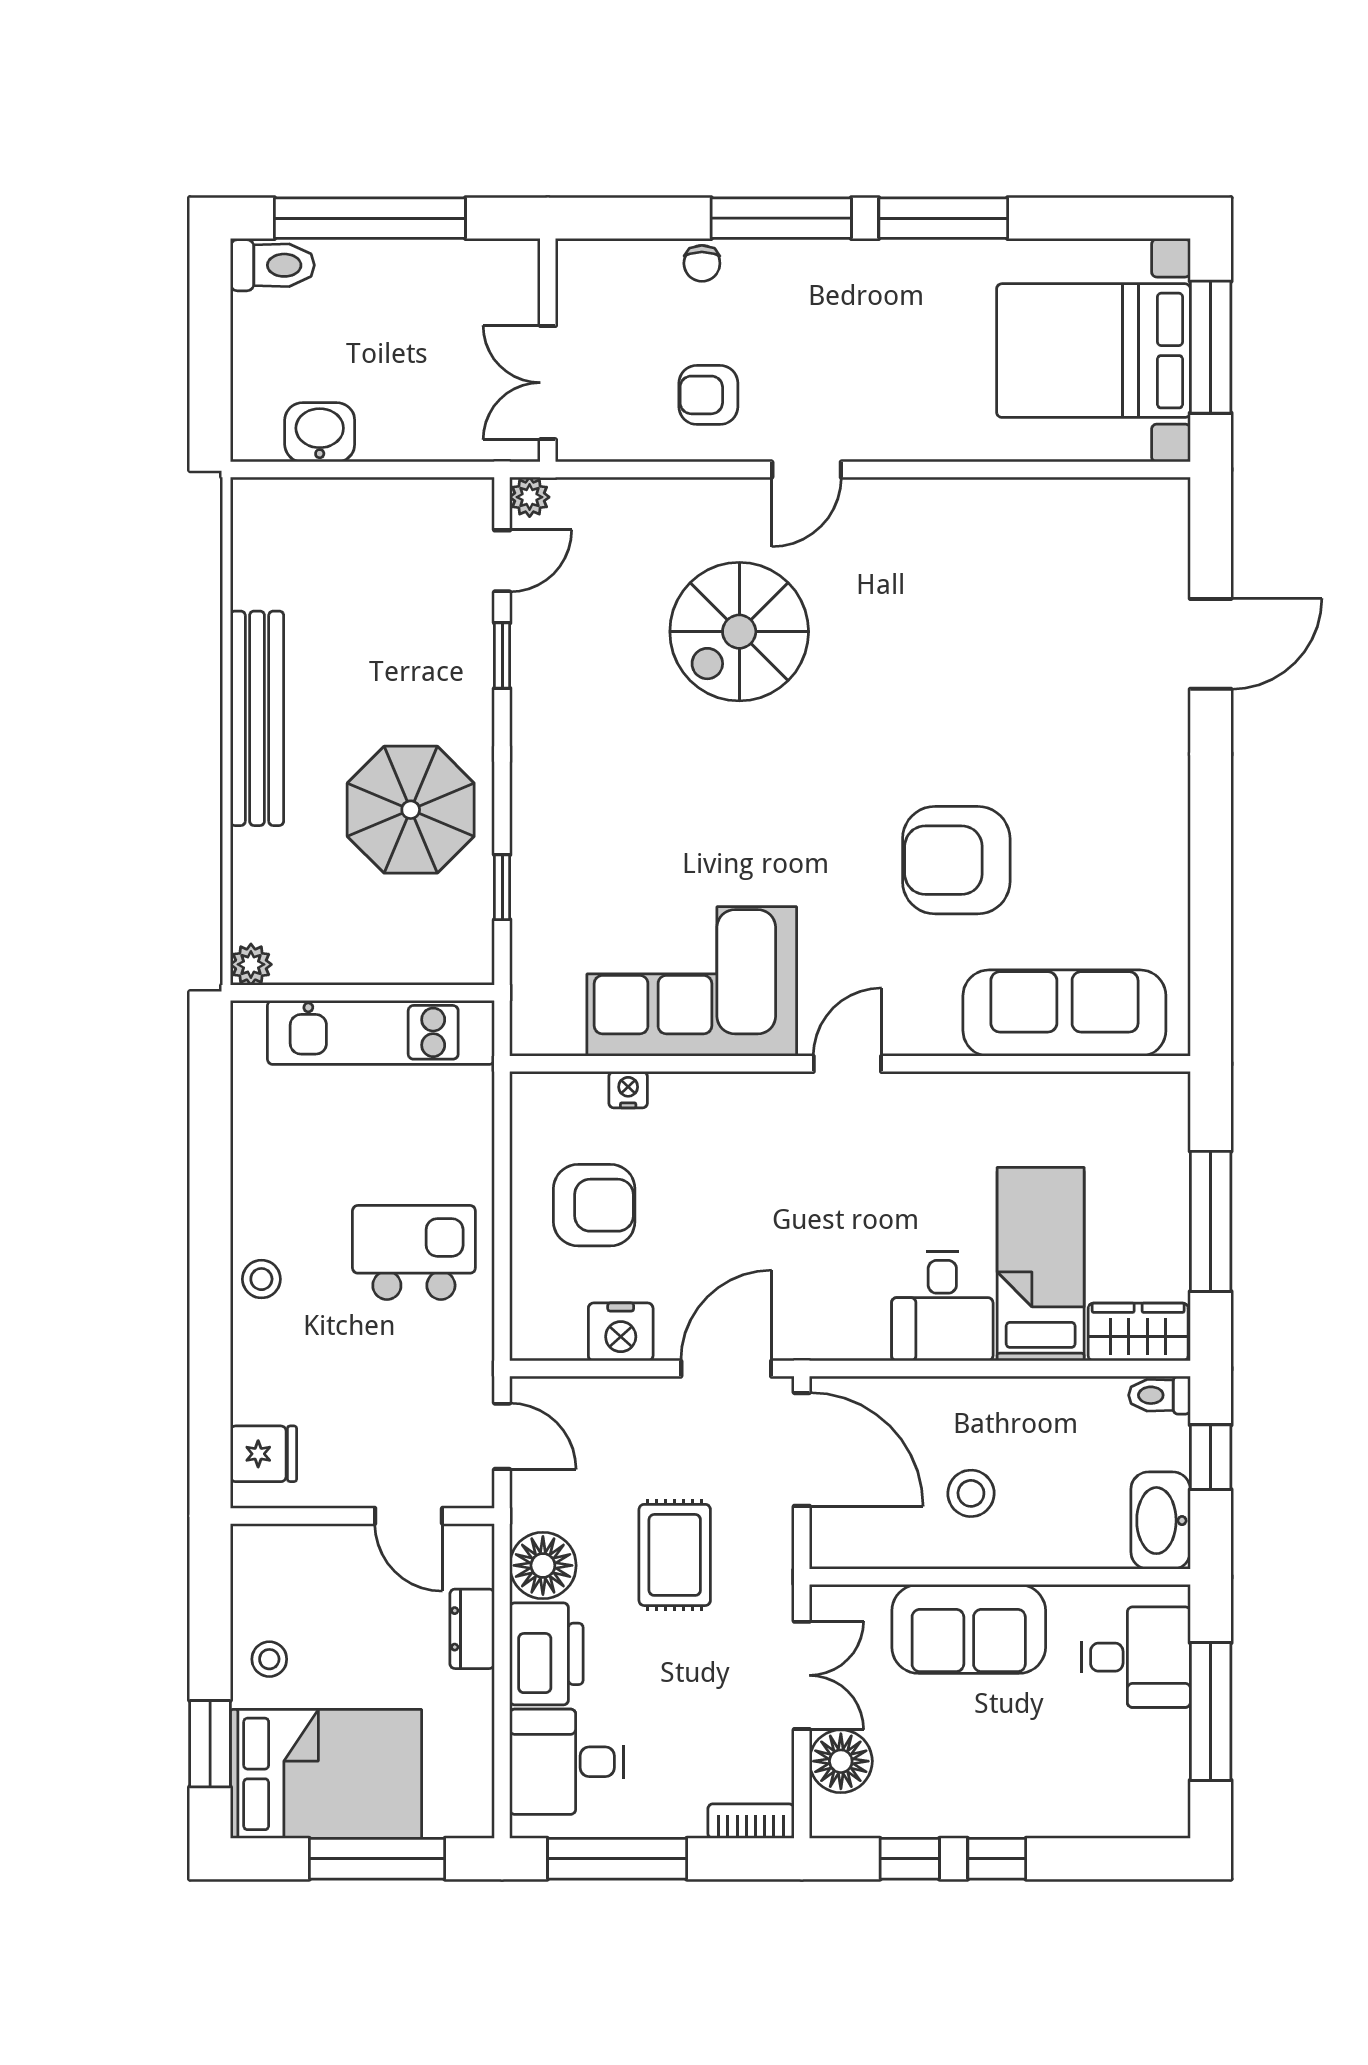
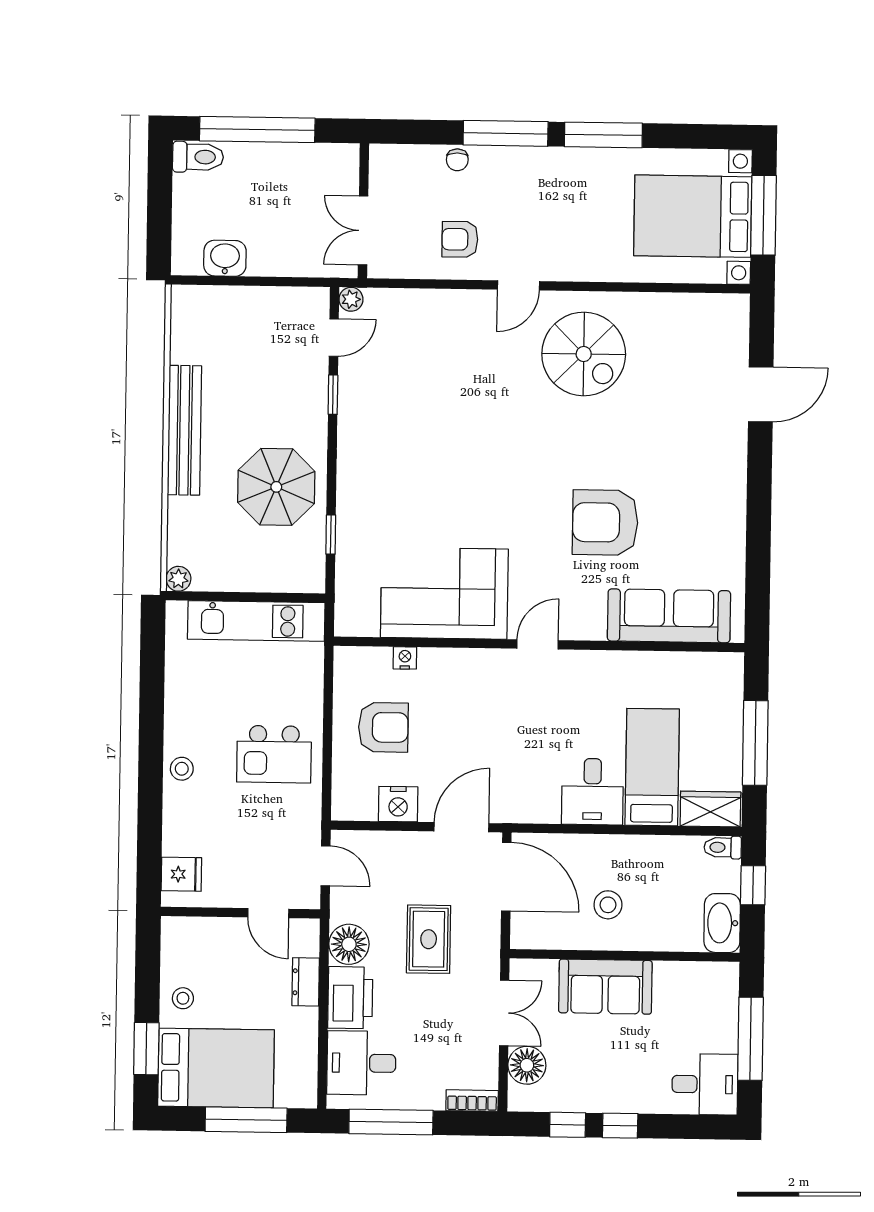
spiral stairs: (739, 632) -> (584, 354), moved, turned -90
kitchen island: (414, 1252) -> (274, 754), turned 180
desk: (1136, 1657) -> (705, 1084), moved

